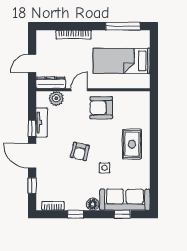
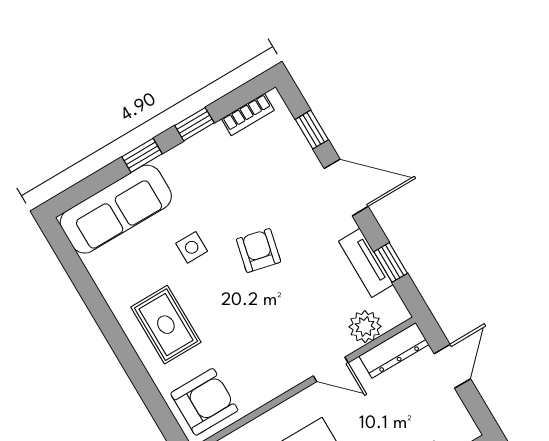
door: (79, 90) -> (331, 369), hinge flipped
armchair: (101, 108) -> (204, 402), moved
window: (32, 128) -> (391, 262), moved
floor lamp: (93, 204) -> (173, 163), removed
window: (122, 214) -> (142, 155), moved

